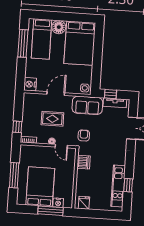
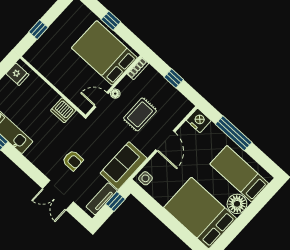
window: (23, 43) -> (234, 133), moved
window: (17, 127) -> (174, 78), moved
armchair: (84, 136) -> (73, 160), moved
window: (14, 175) -> (111, 21), width x0.46
bed: (40, 187) -> (104, 53), moved, turned 180
nightstand: (58, 203) -> (41, 45), removed
window: (51, 211) -> (38, 30), width x0.46

